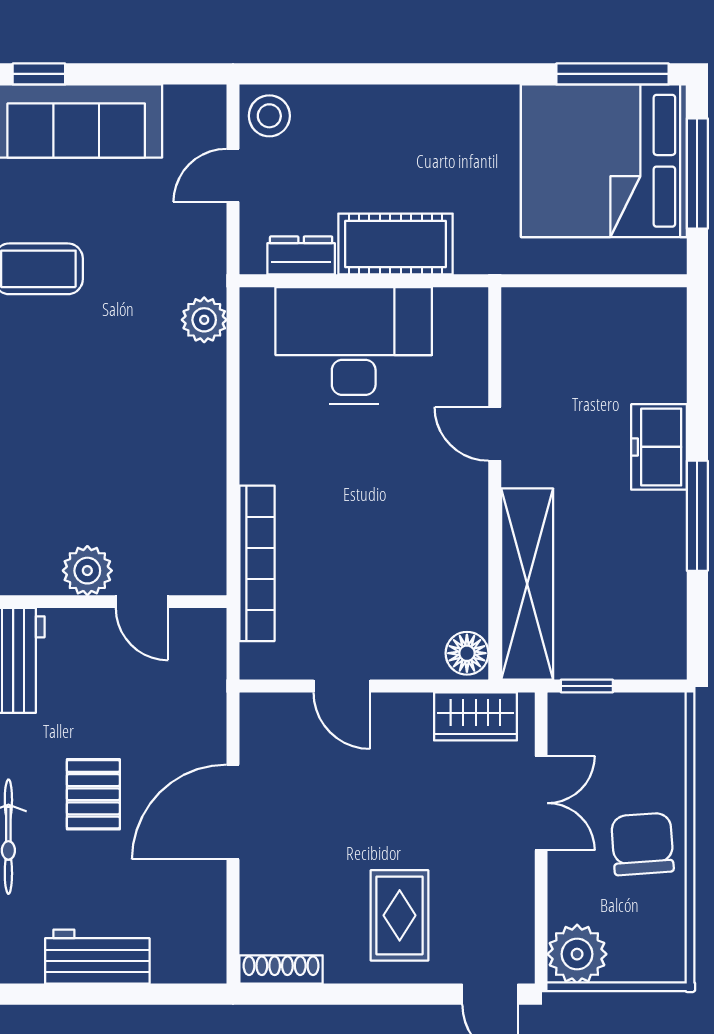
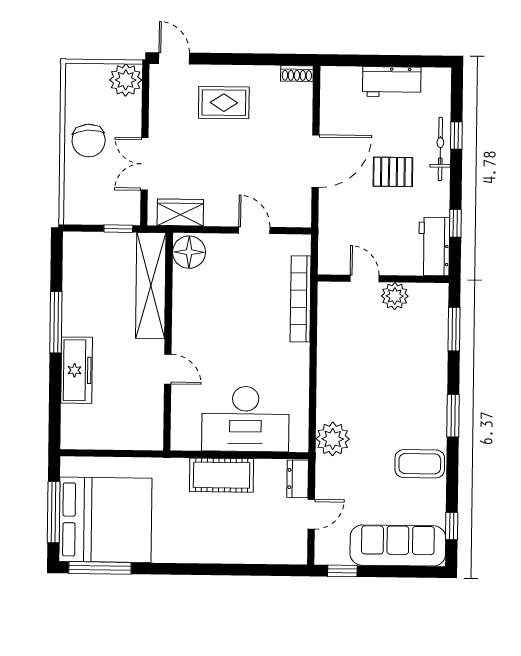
window: (39, 74) -> (342, 571), moved
stool: (269, 116) -> (291, 547), removed
dresser: (301, 255) -> (298, 479), moved, turned 90
plant: (204, 320) -> (333, 439), width x1.36, depth x1.36
freezer: (659, 447) -> (77, 370), width x1.40
floor lamp: (467, 653) -> (189, 252), width x1.38, depth x1.38
pallet: (93, 794) -> (393, 172), turned 90
rug: (400, 915) -> (224, 103), turned 90
shoe rack: (281, 969) -> (297, 74), width x0.70

